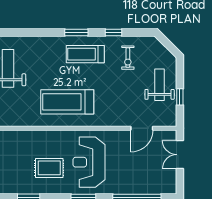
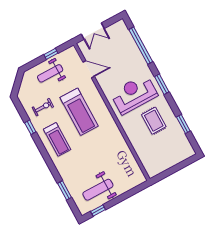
window: (76, 32) -> (64, 190), moved
treadmill: (67, 102) -> (79, 112), moved
reception desk: (89, 162) -> (134, 94), turned 180

